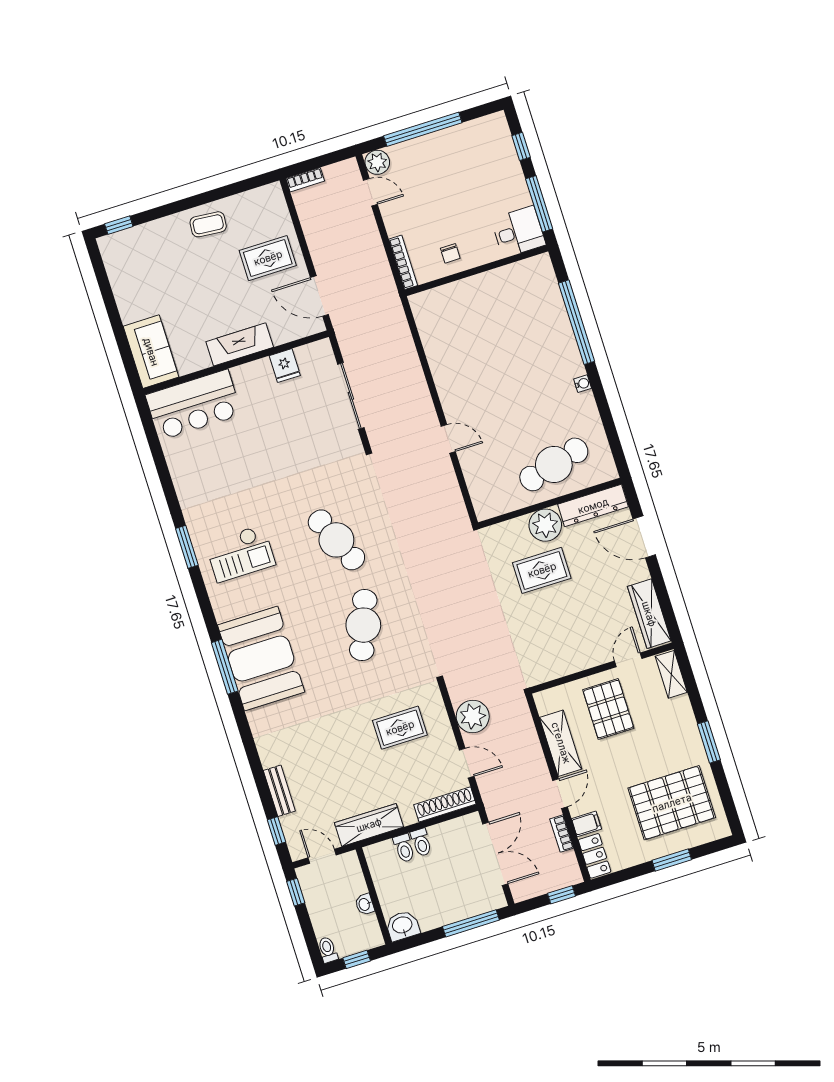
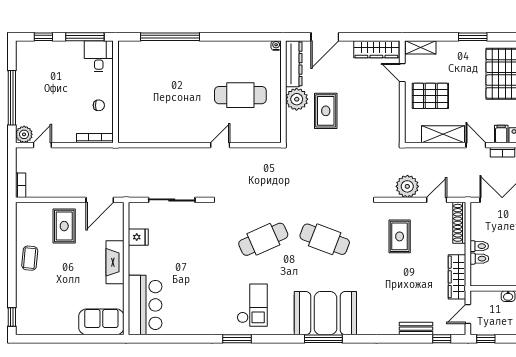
water cooler: (583, 384) -> (276, 45), moved
cafe table: (554, 464) -> (240, 95), moved, turned -75

